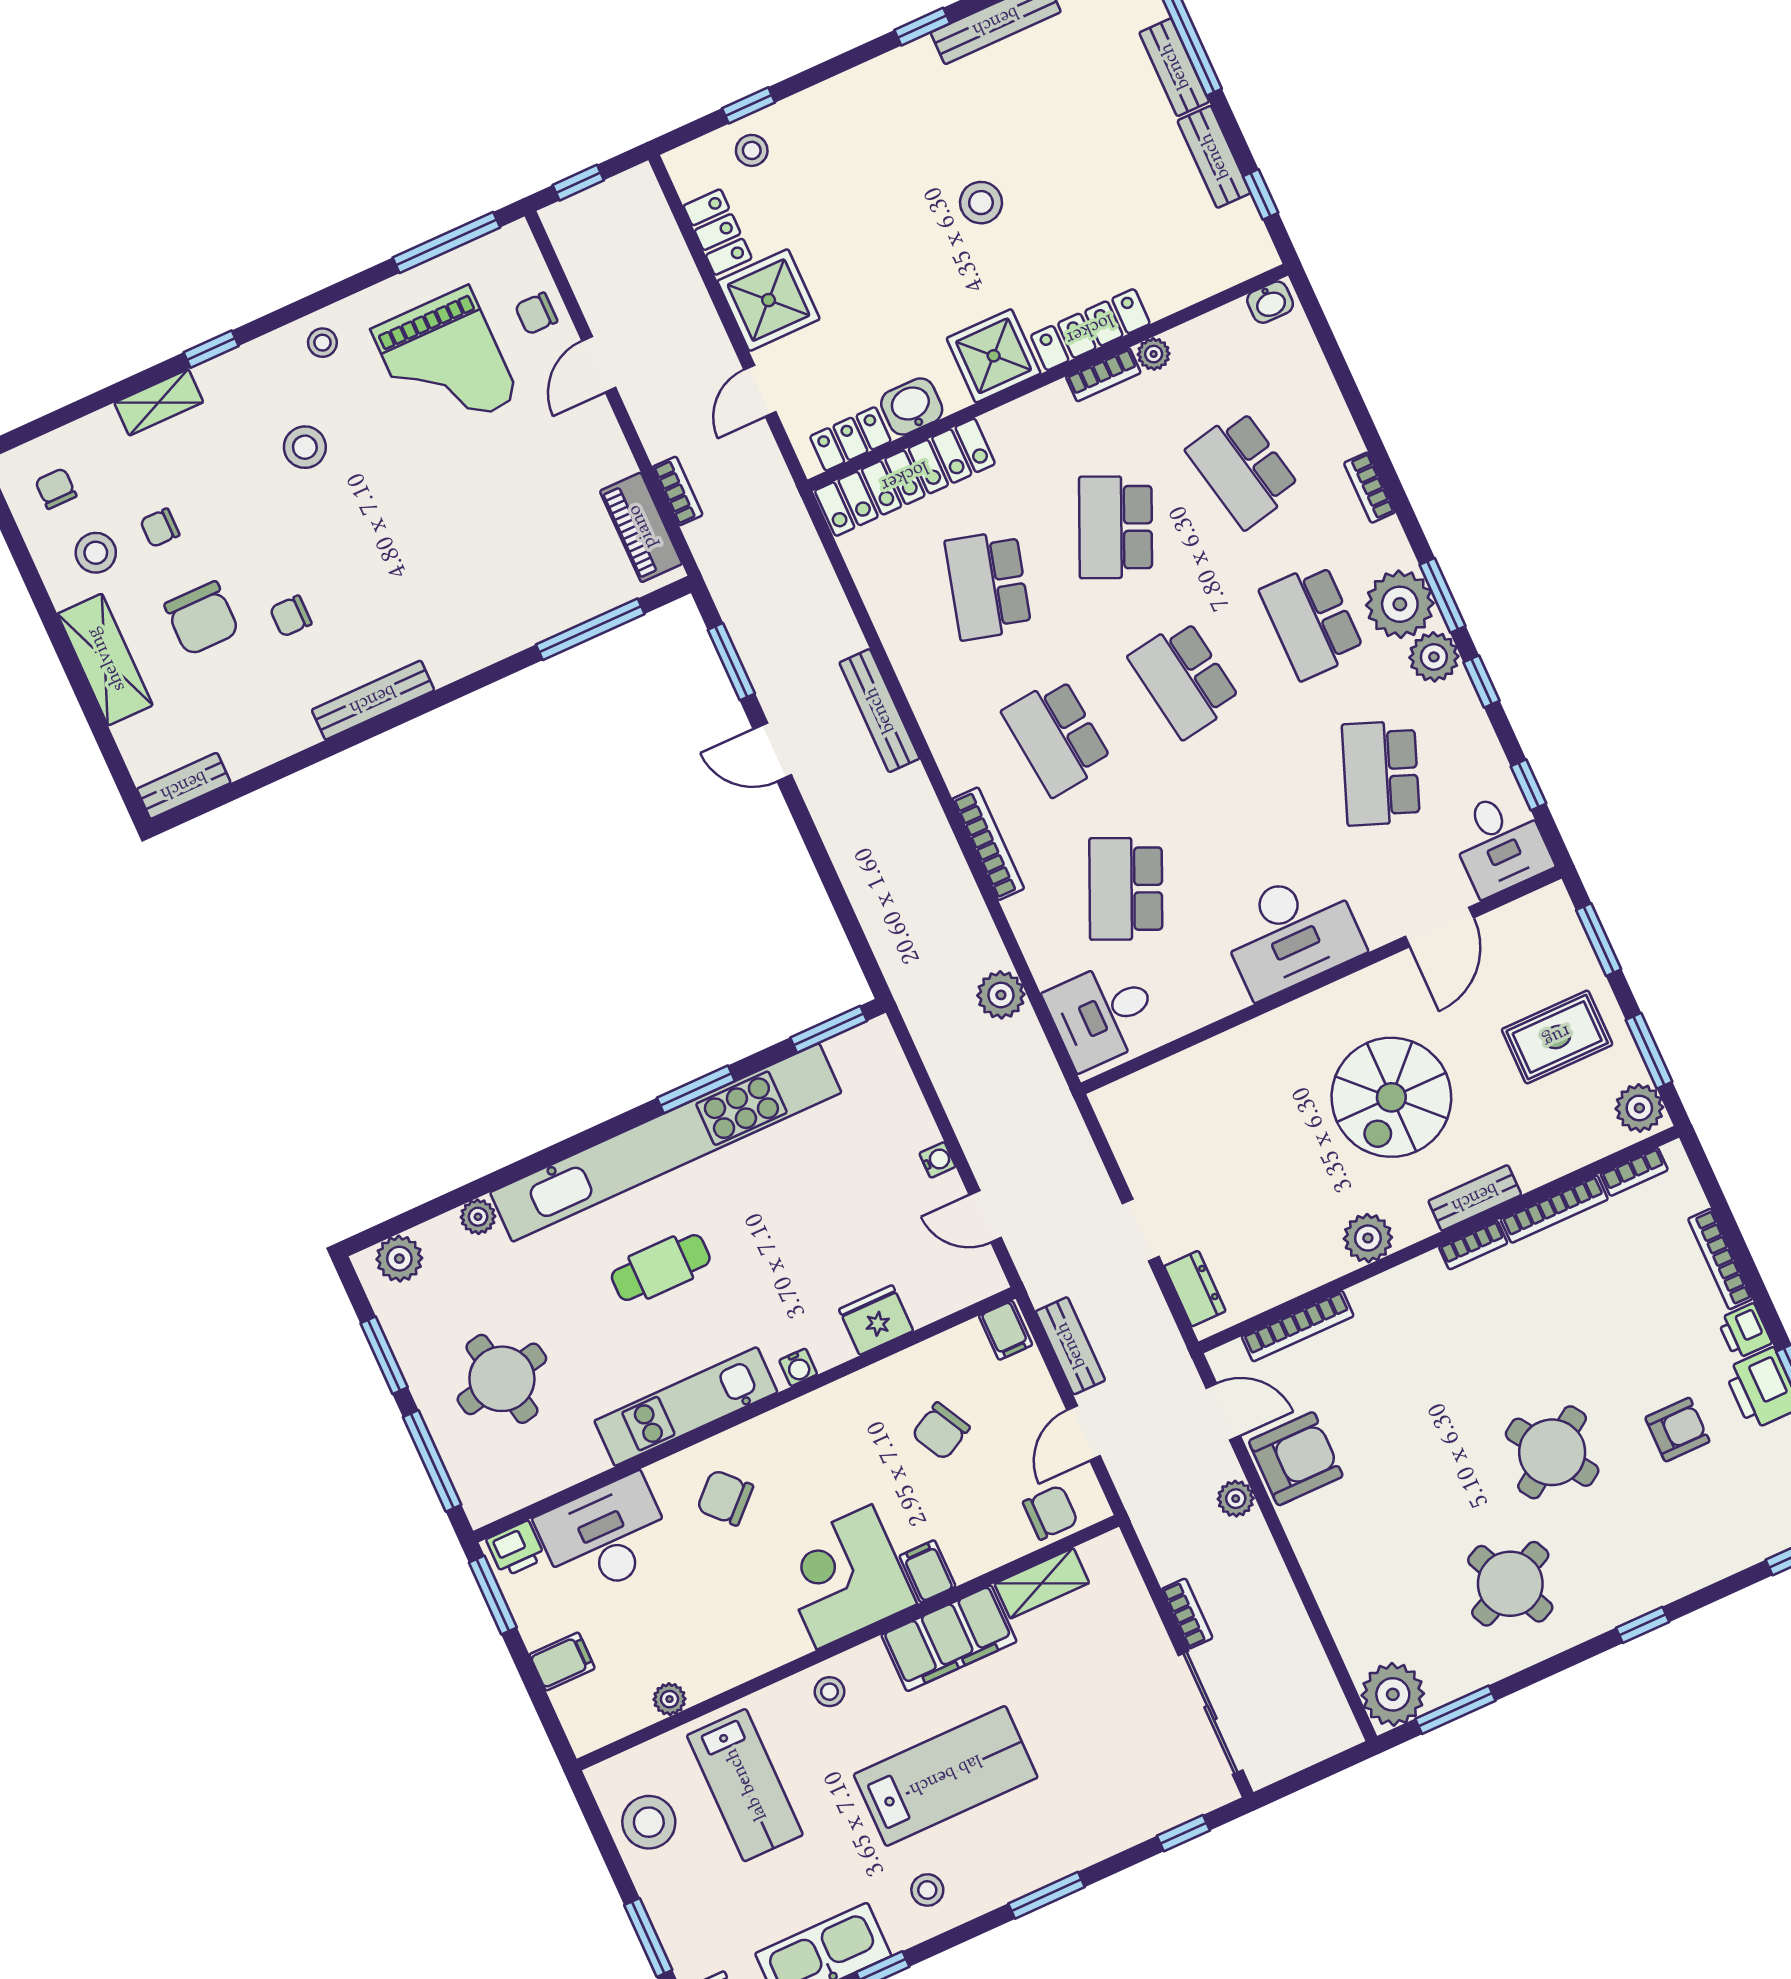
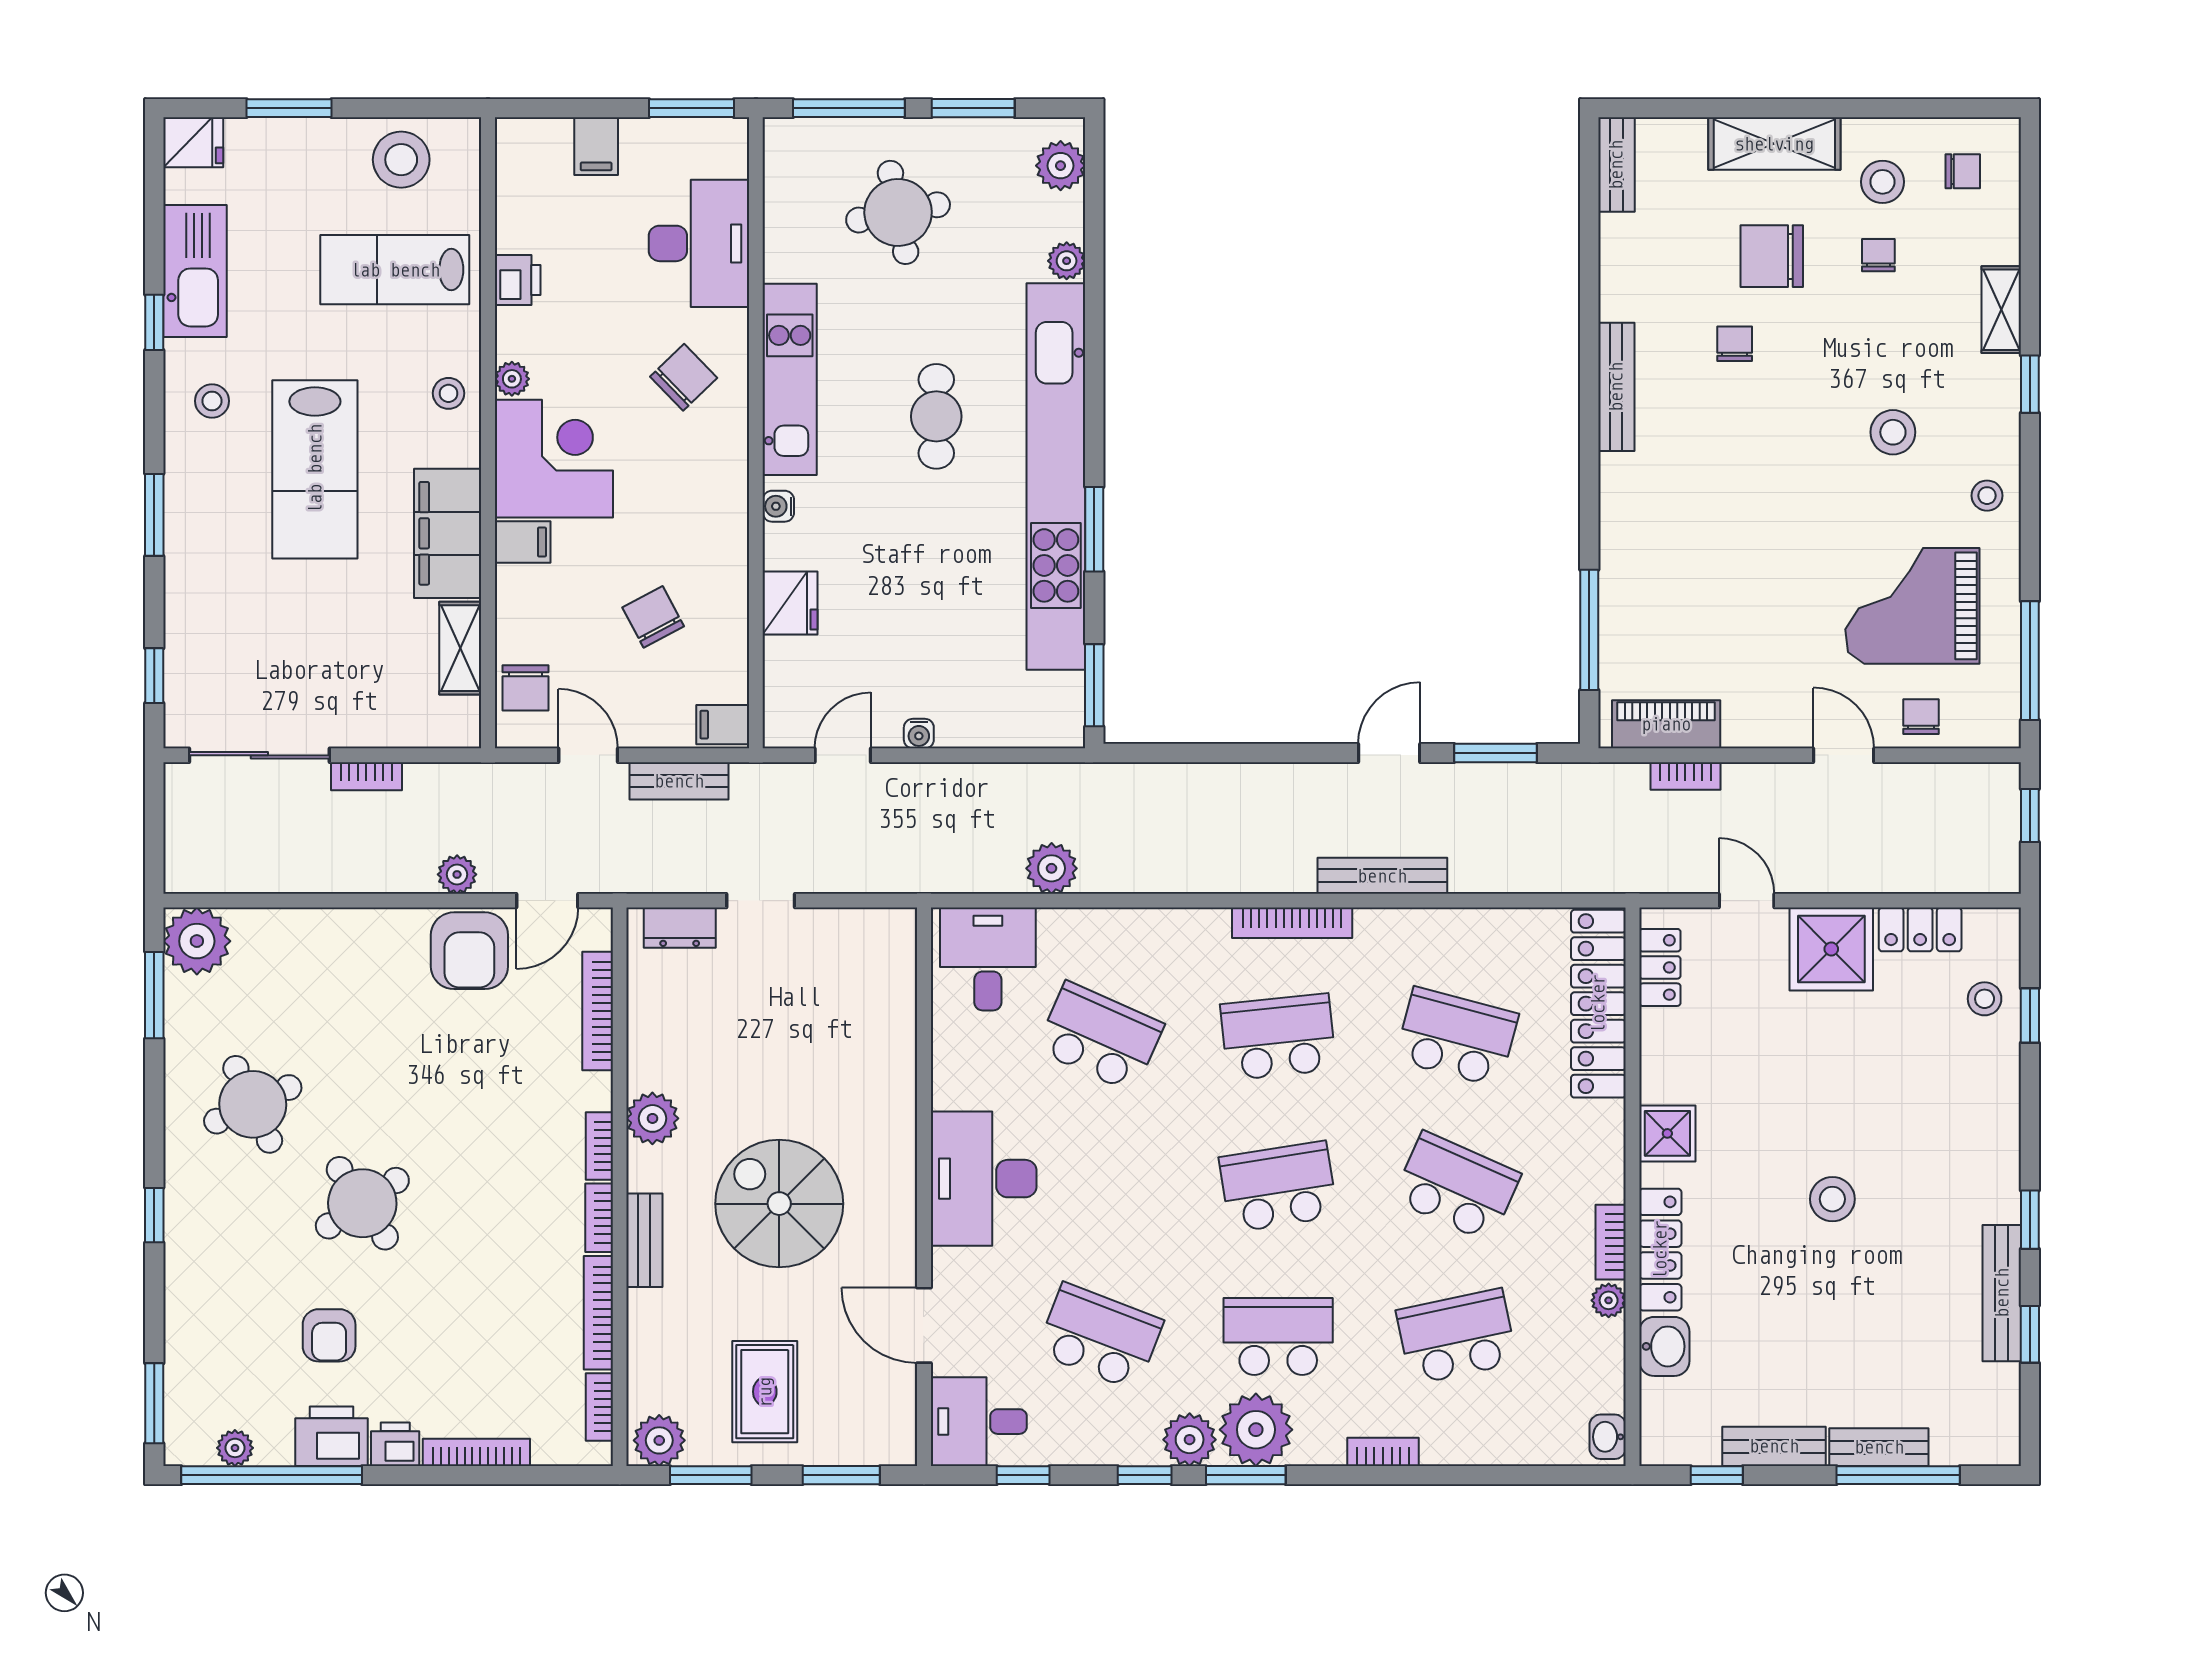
shower: (994, 356) -> (1667, 1133), width x0.73, depth x0.73
washbasin: (912, 407) -> (1664, 1346), moved
bookcase: (988, 844) -> (1292, 923), moved
bookcase: (1412, 1273) -> (599, 1146), added
printer: (516, 1549) -> (518, 280), moved, turned 180
plant: (670, 1699) -> (512, 379), moved

